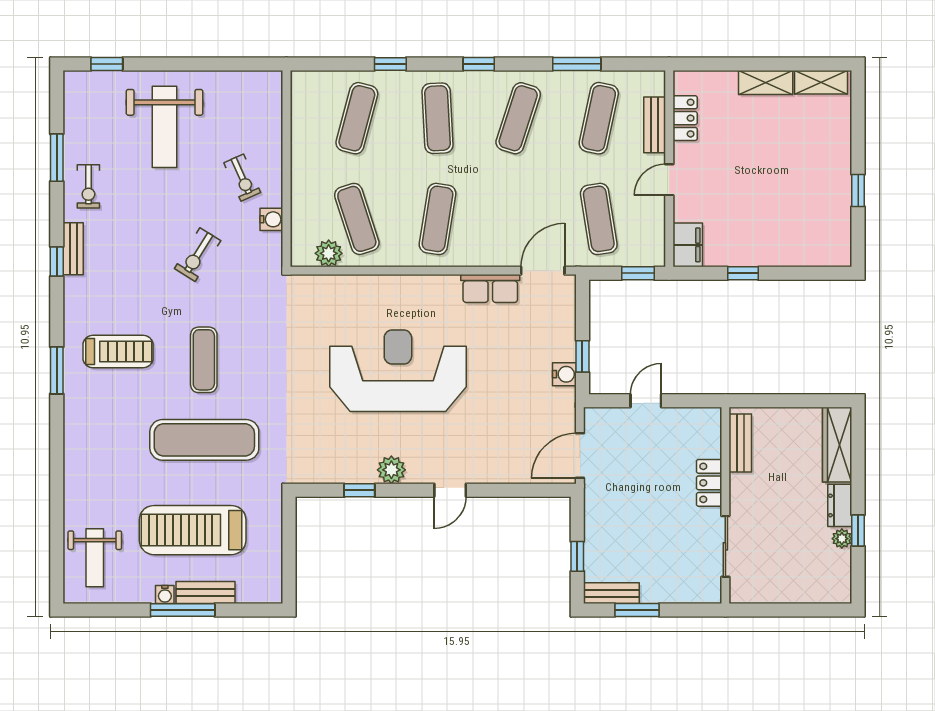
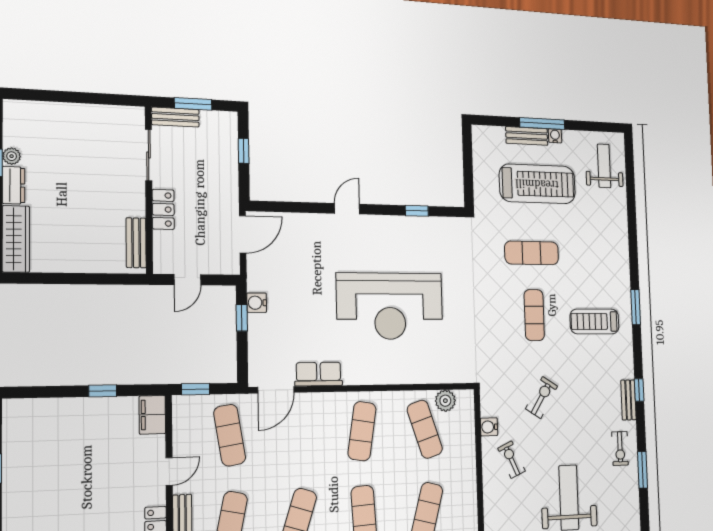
exercise bike: (88, 186) -> (620, 448), turned 180
exercise mat: (204, 440) -> (532, 253), width x0.73, depth x0.69
bench: (740, 443) -> (136, 243), moved
plant: (391, 470) -> (393, 226), removed
locker: (709, 483) -> (163, 209), moved
wall: (725, 505) -> (149, 190), moved
sliding door: (725, 546) -> (149, 155), moved
bench: (611, 593) -> (175, 117), moved

